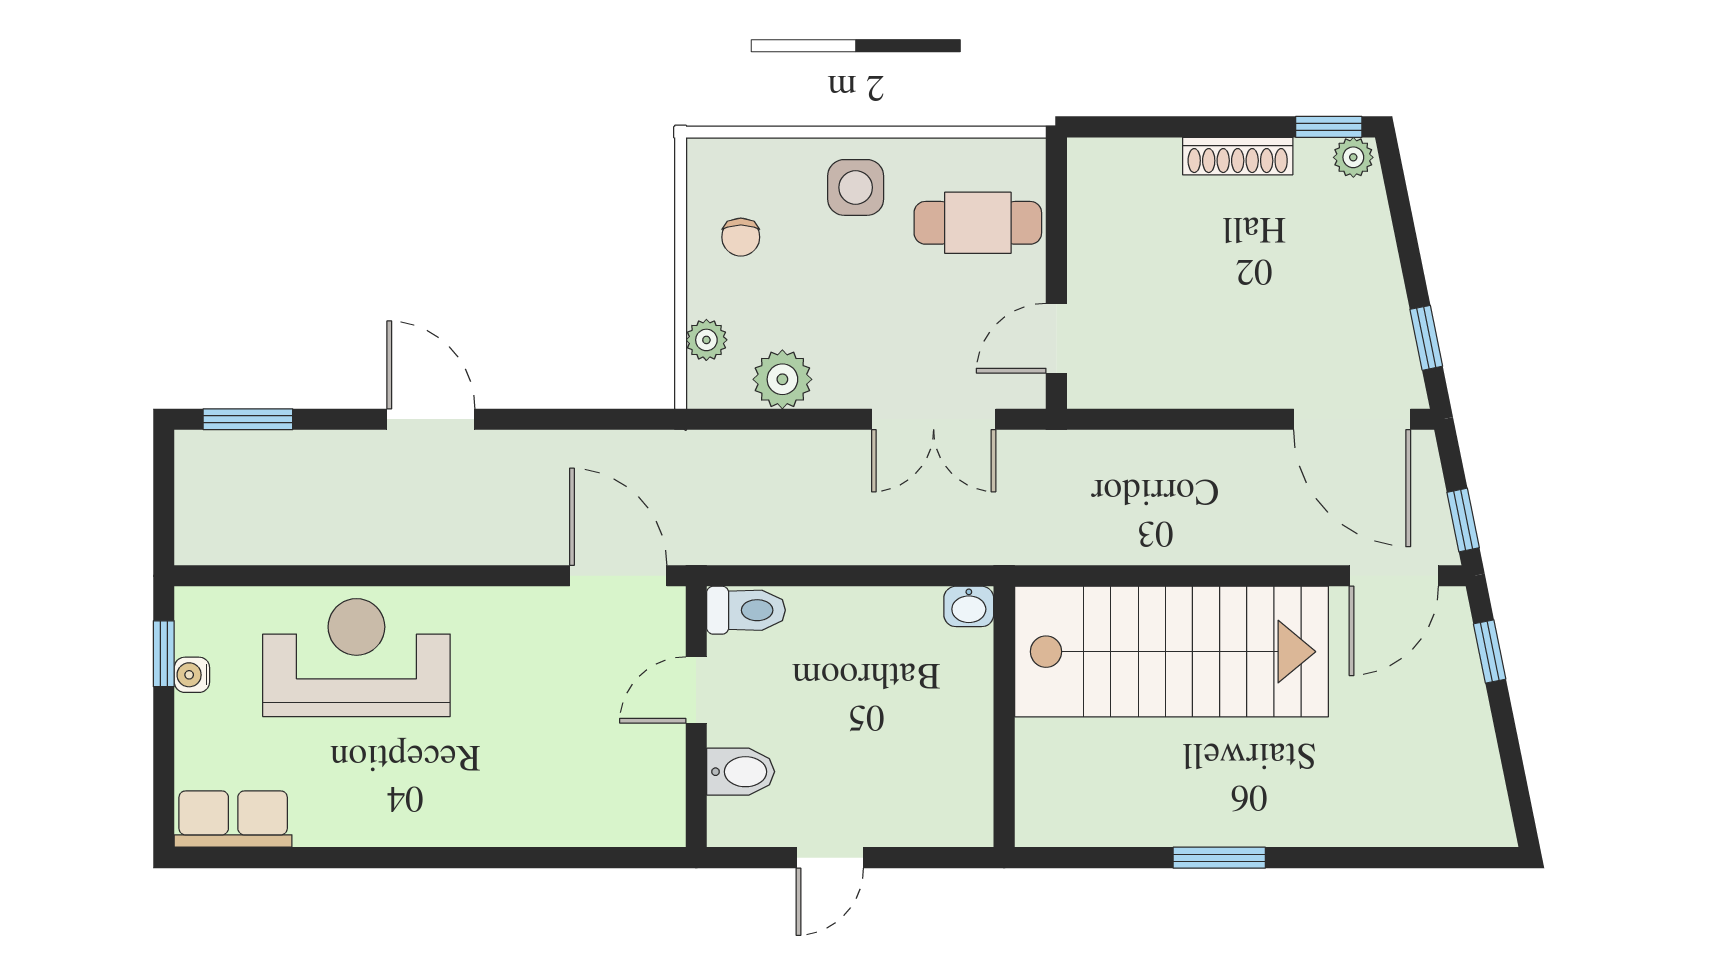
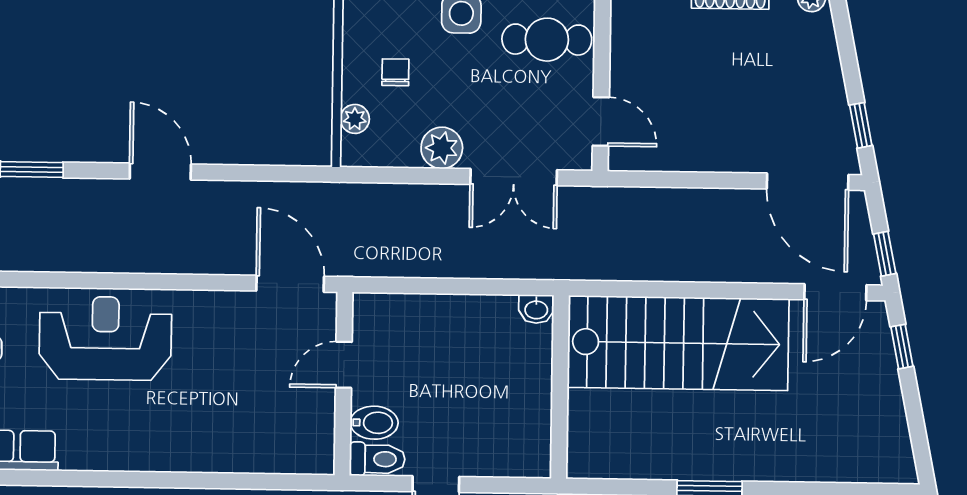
chair: (741, 237) -> (395, 72), moved, turned 180
door: (1056, 338) -> (601, 122), swing flipped
plant: (782, 379) -> (442, 148), moved
toilet: (746, 610) -> (377, 459), moved

